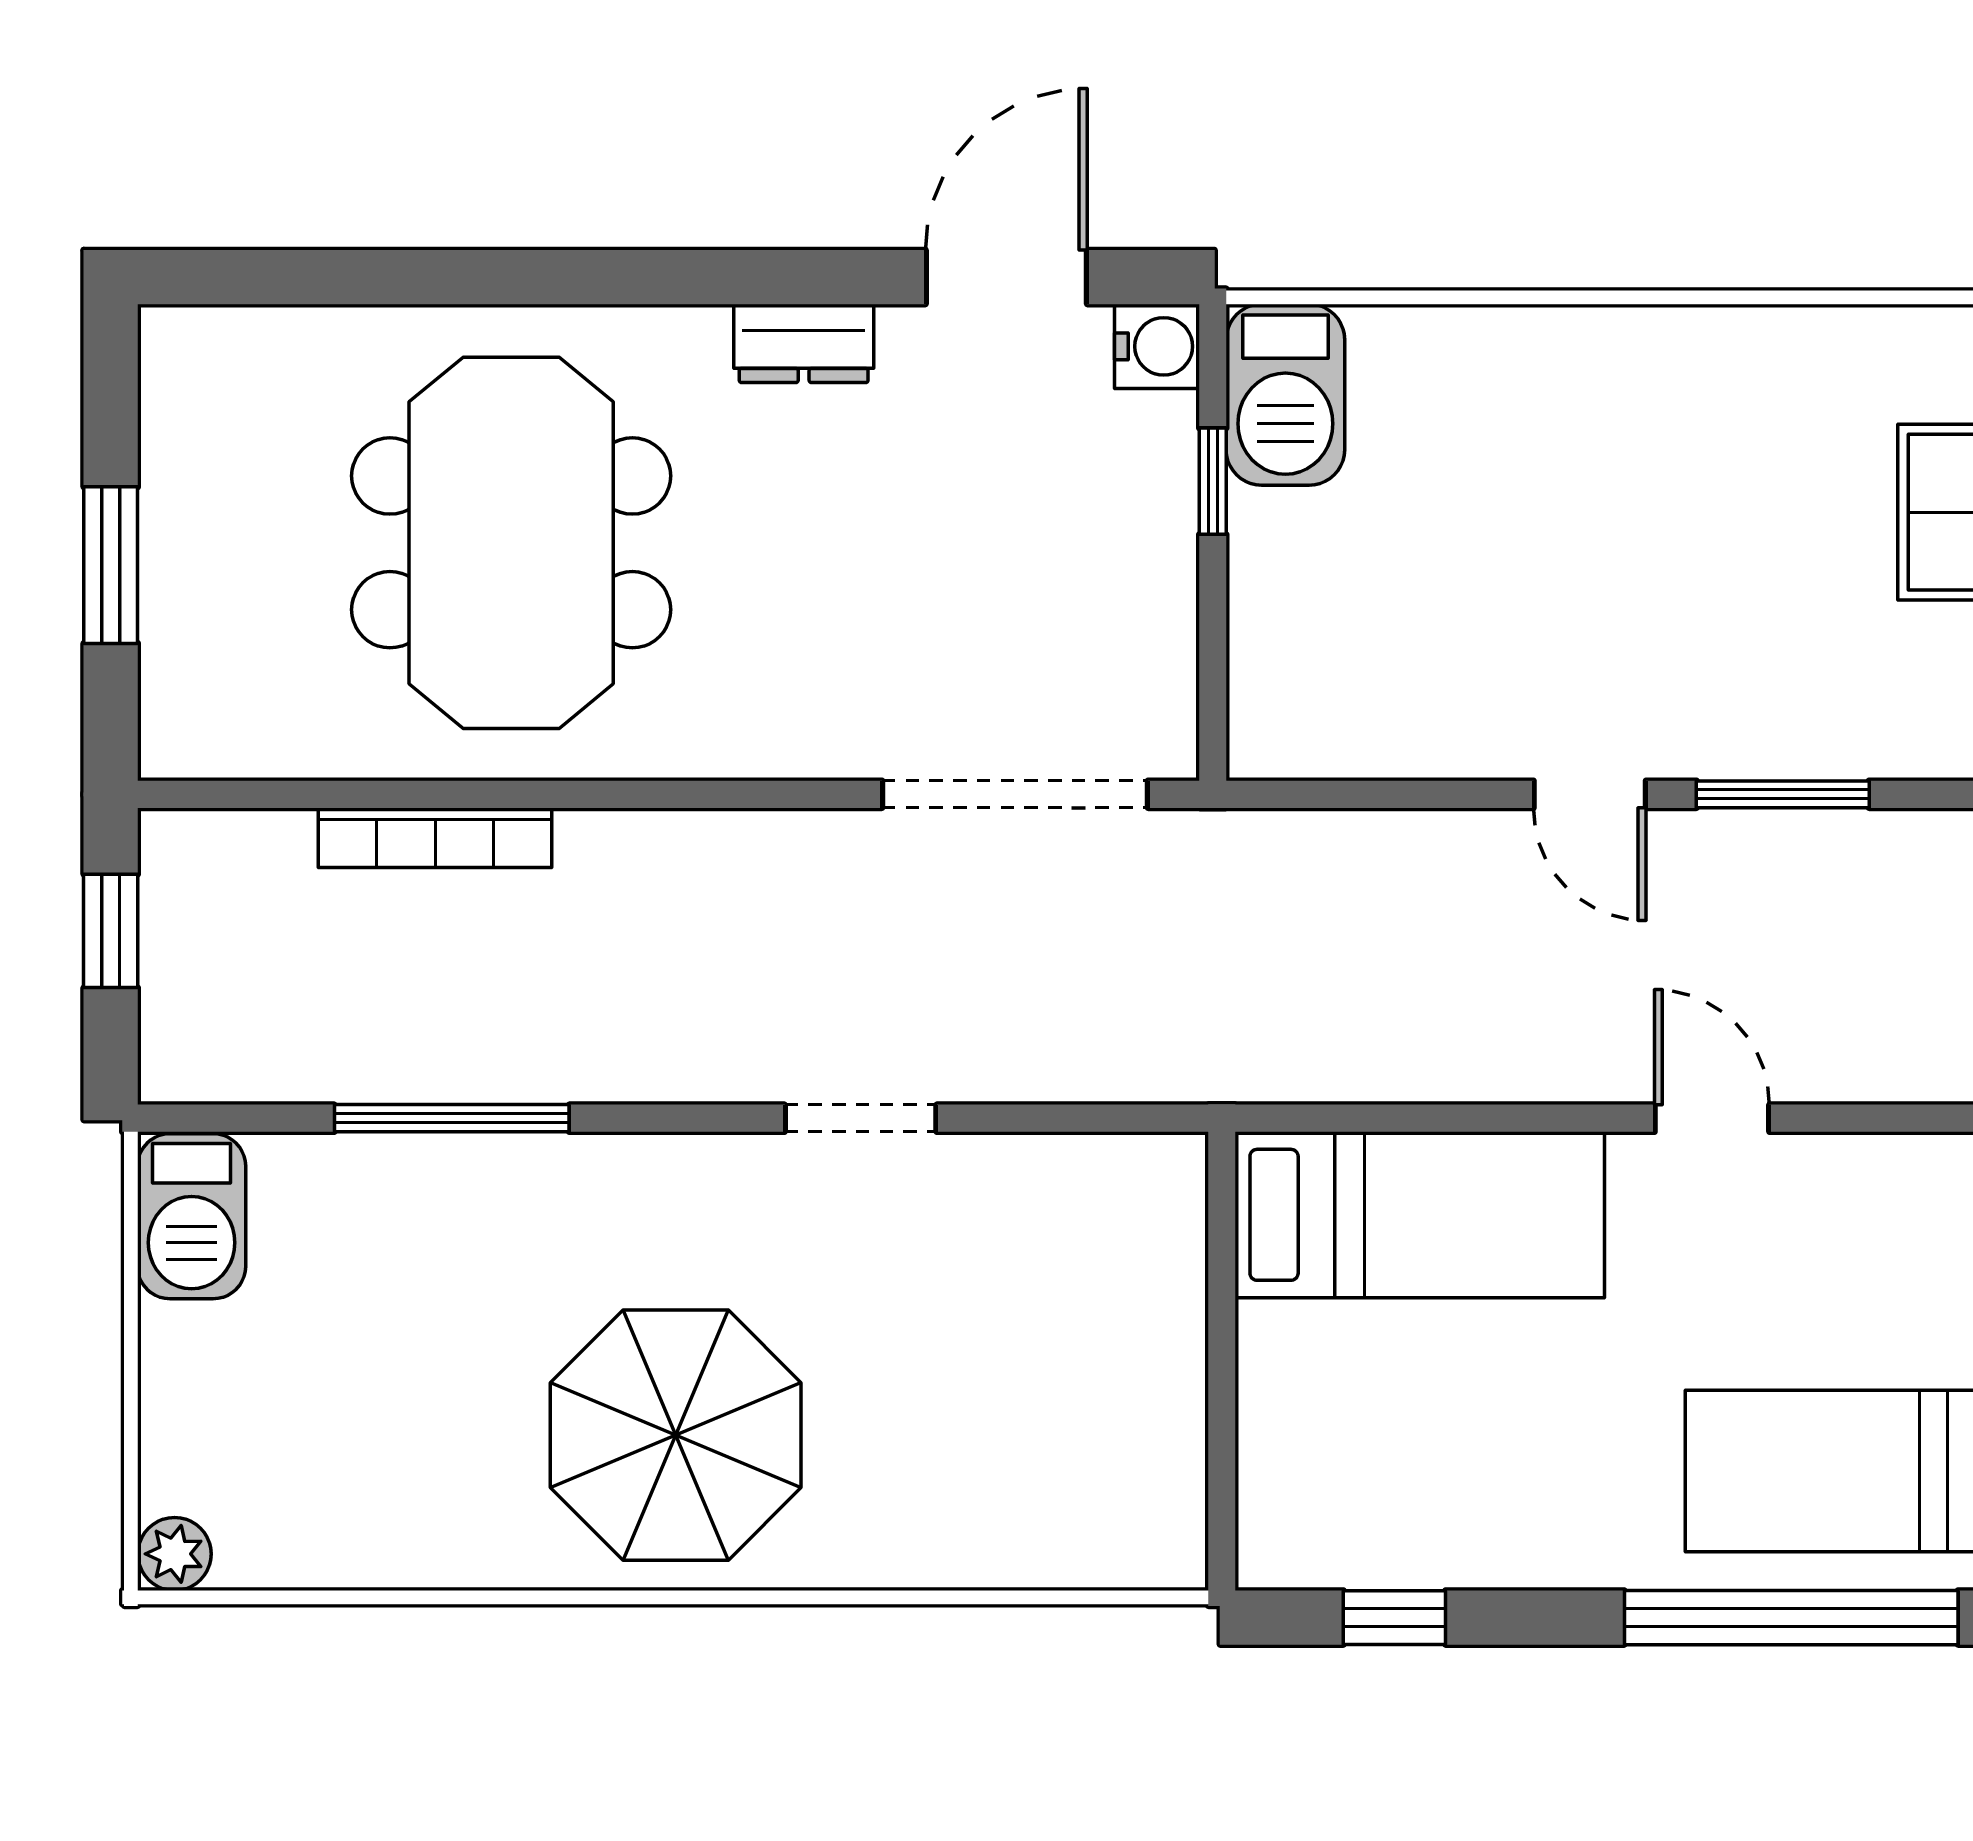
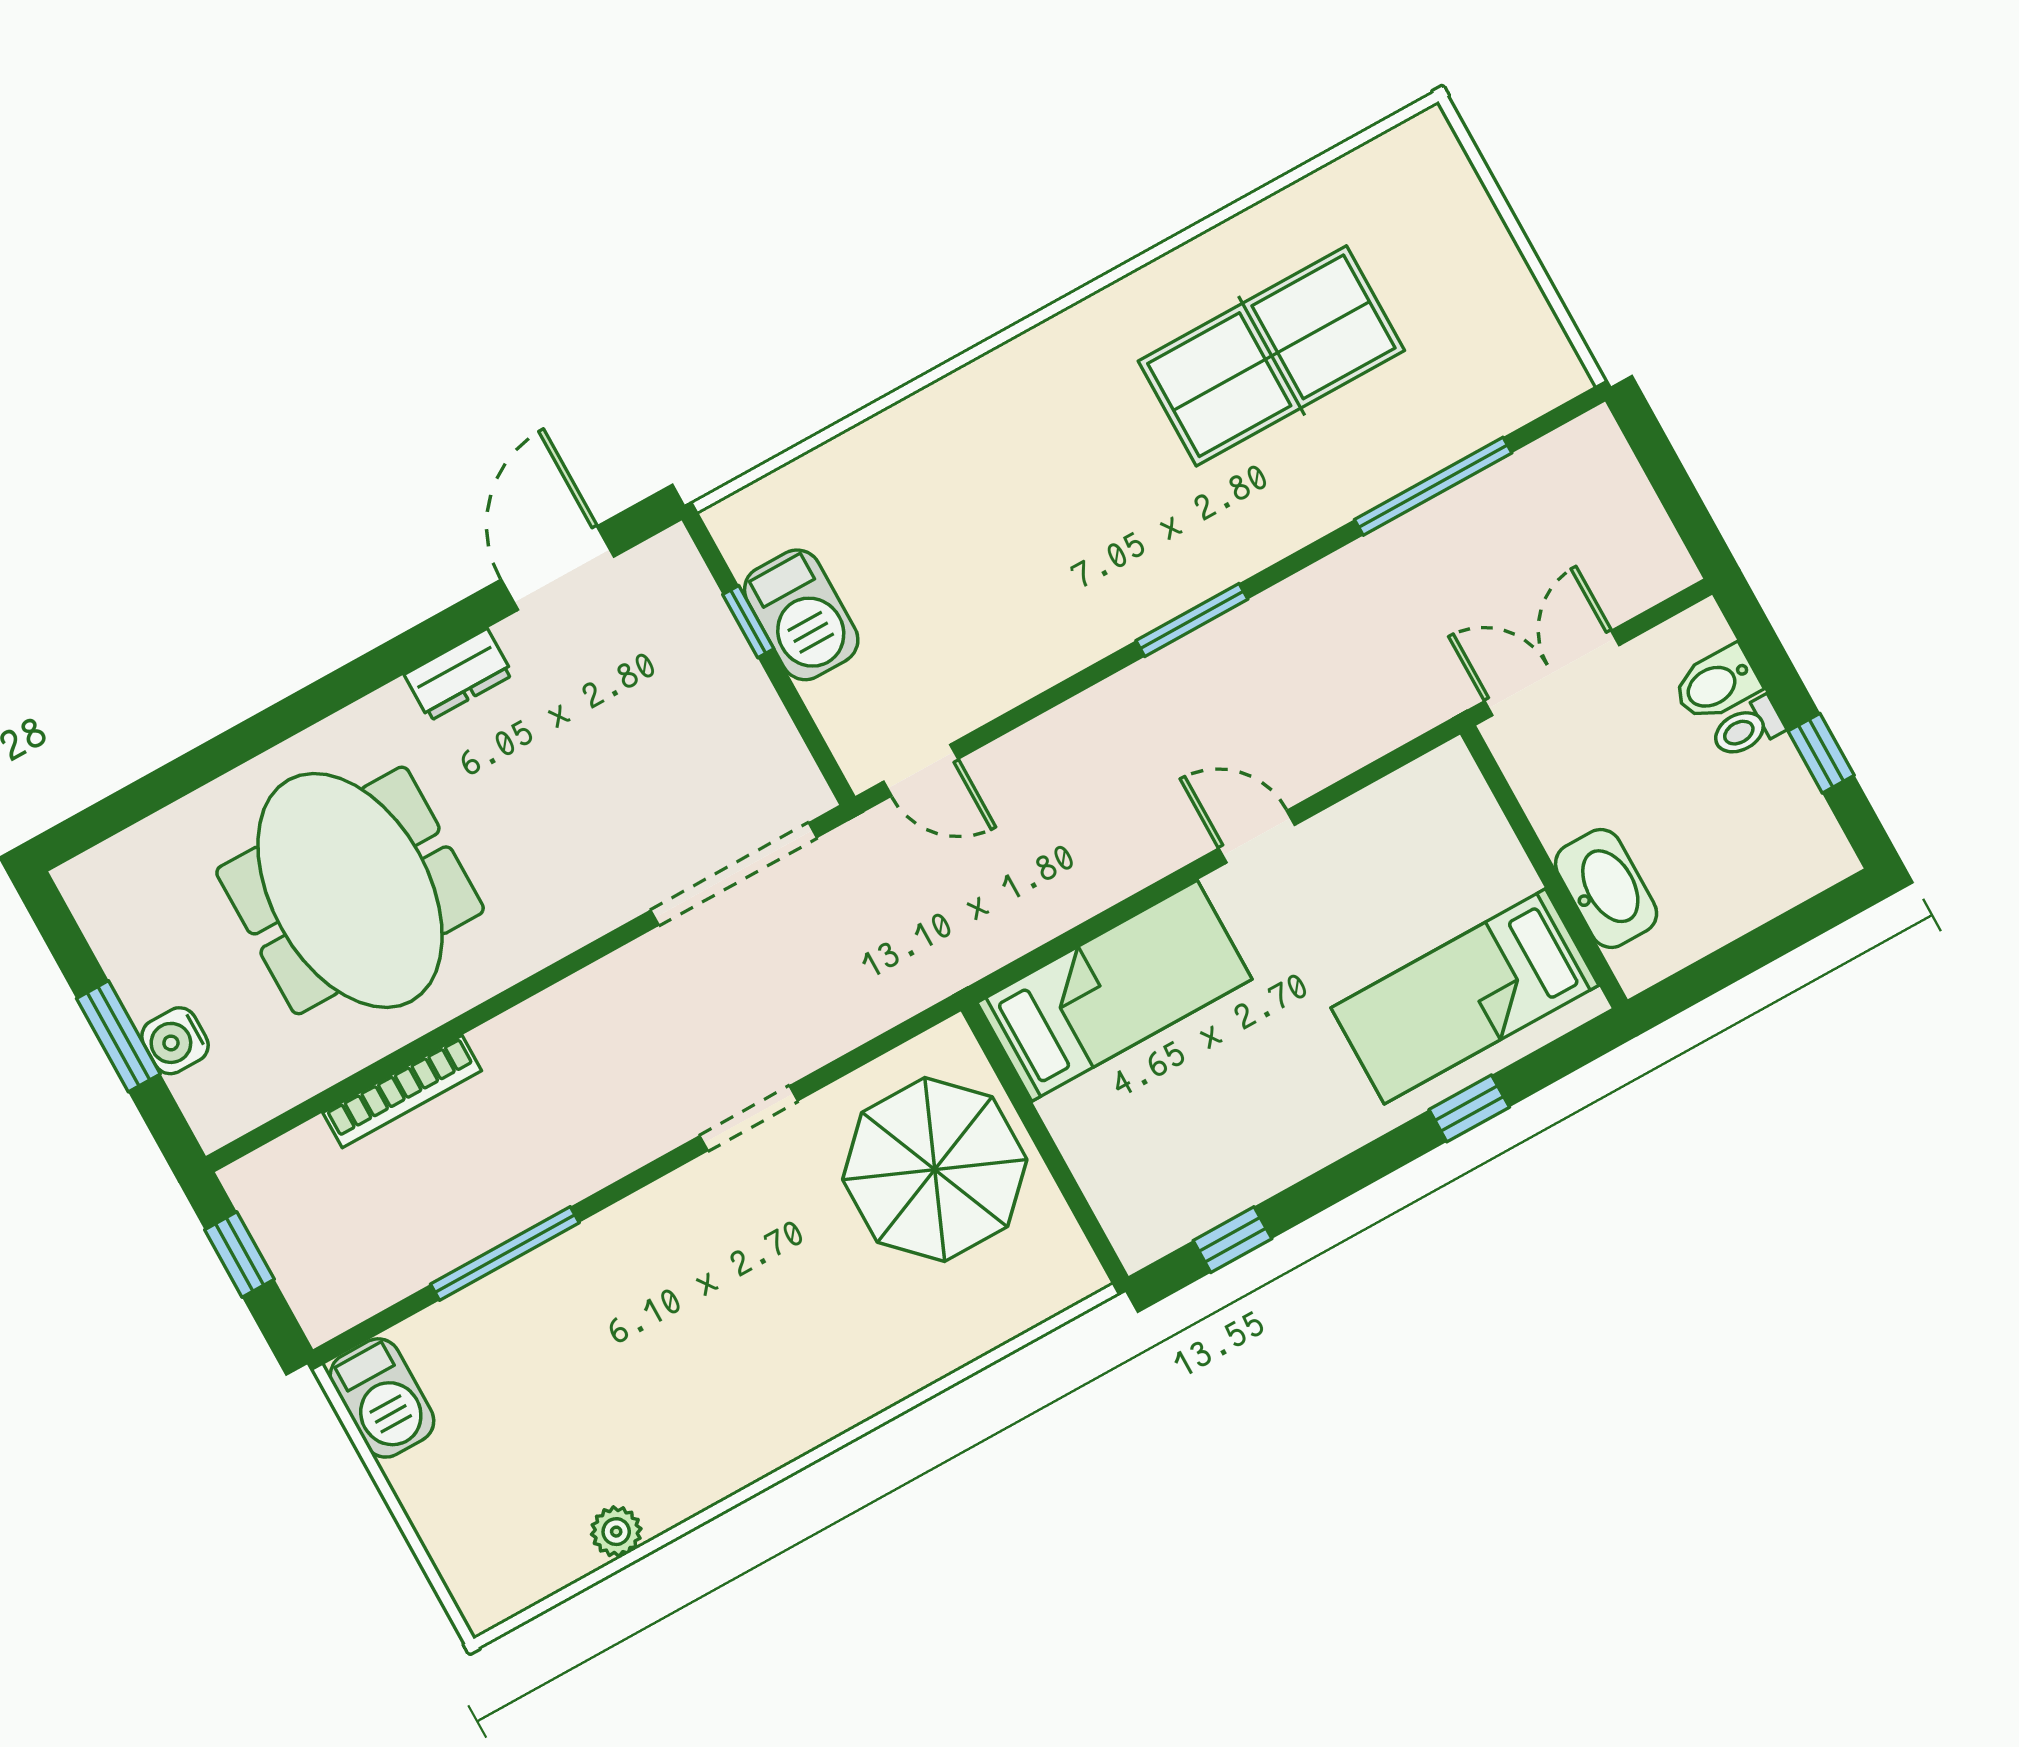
water cooler: (1157, 346) -> (175, 1041), moved, turned 180
barbecue: (1285, 395) -> (801, 615), moved
door: (1590, 794) -> (921, 770), moved
parasol: (676, 1435) -> (935, 1169), moved
plant: (175, 1554) -> (616, 1532), moved
window: (1791, 1618) -> (1469, 1108), width x0.32

